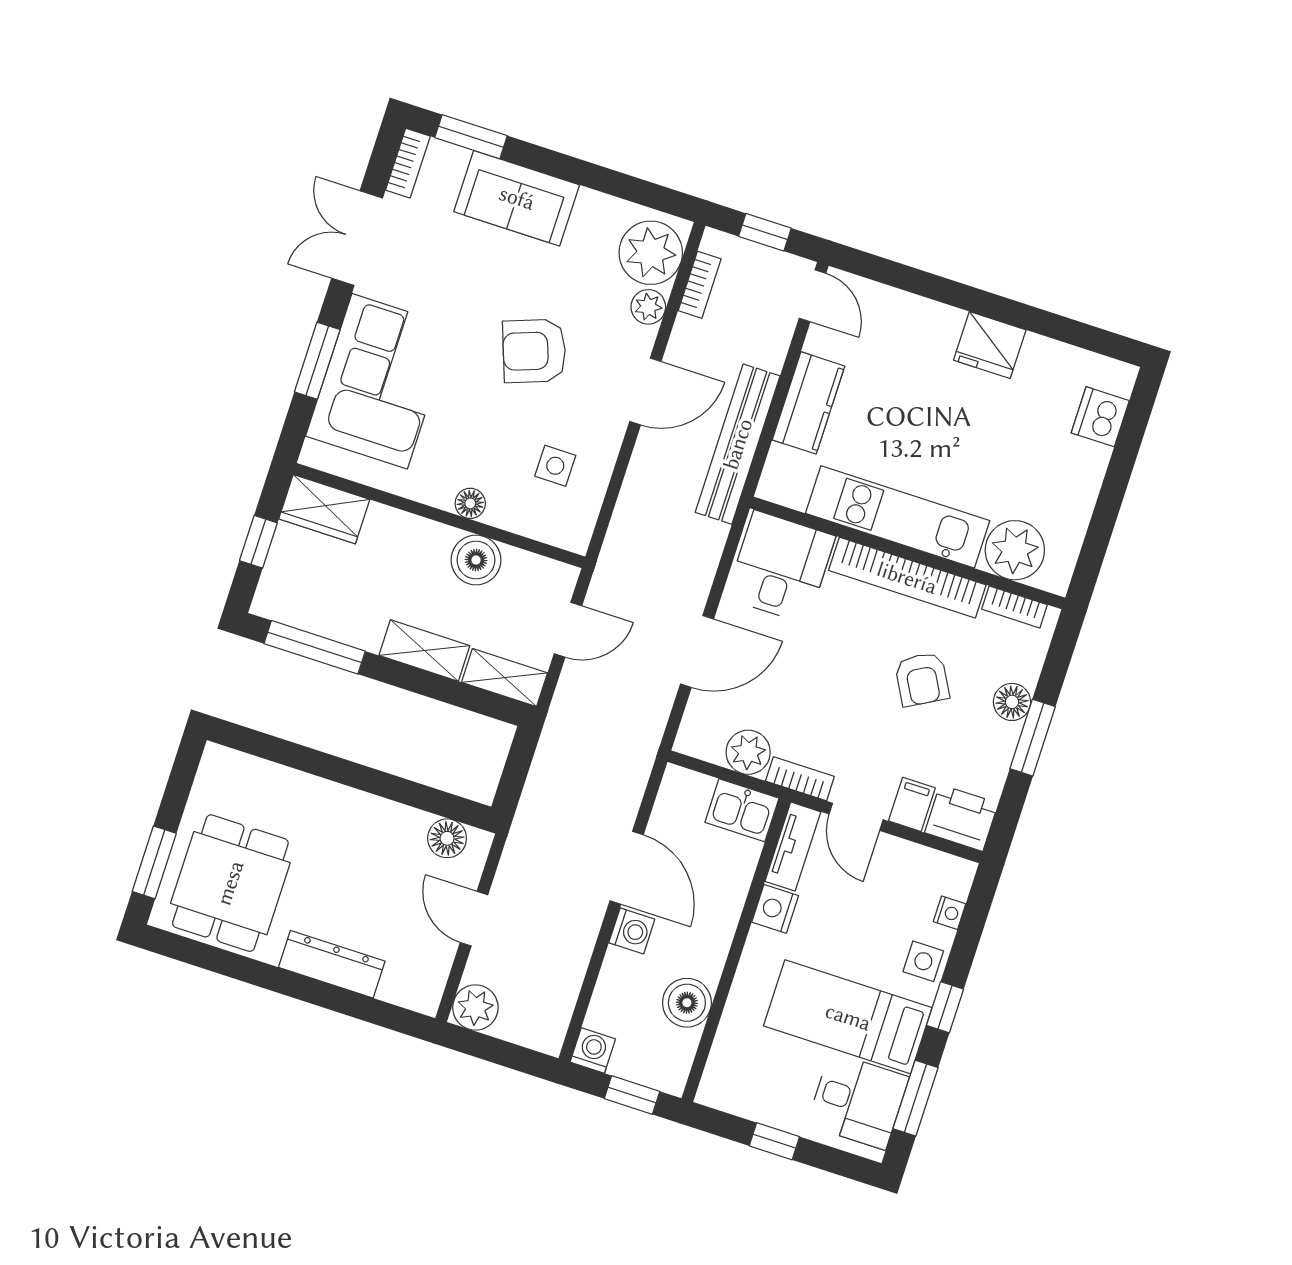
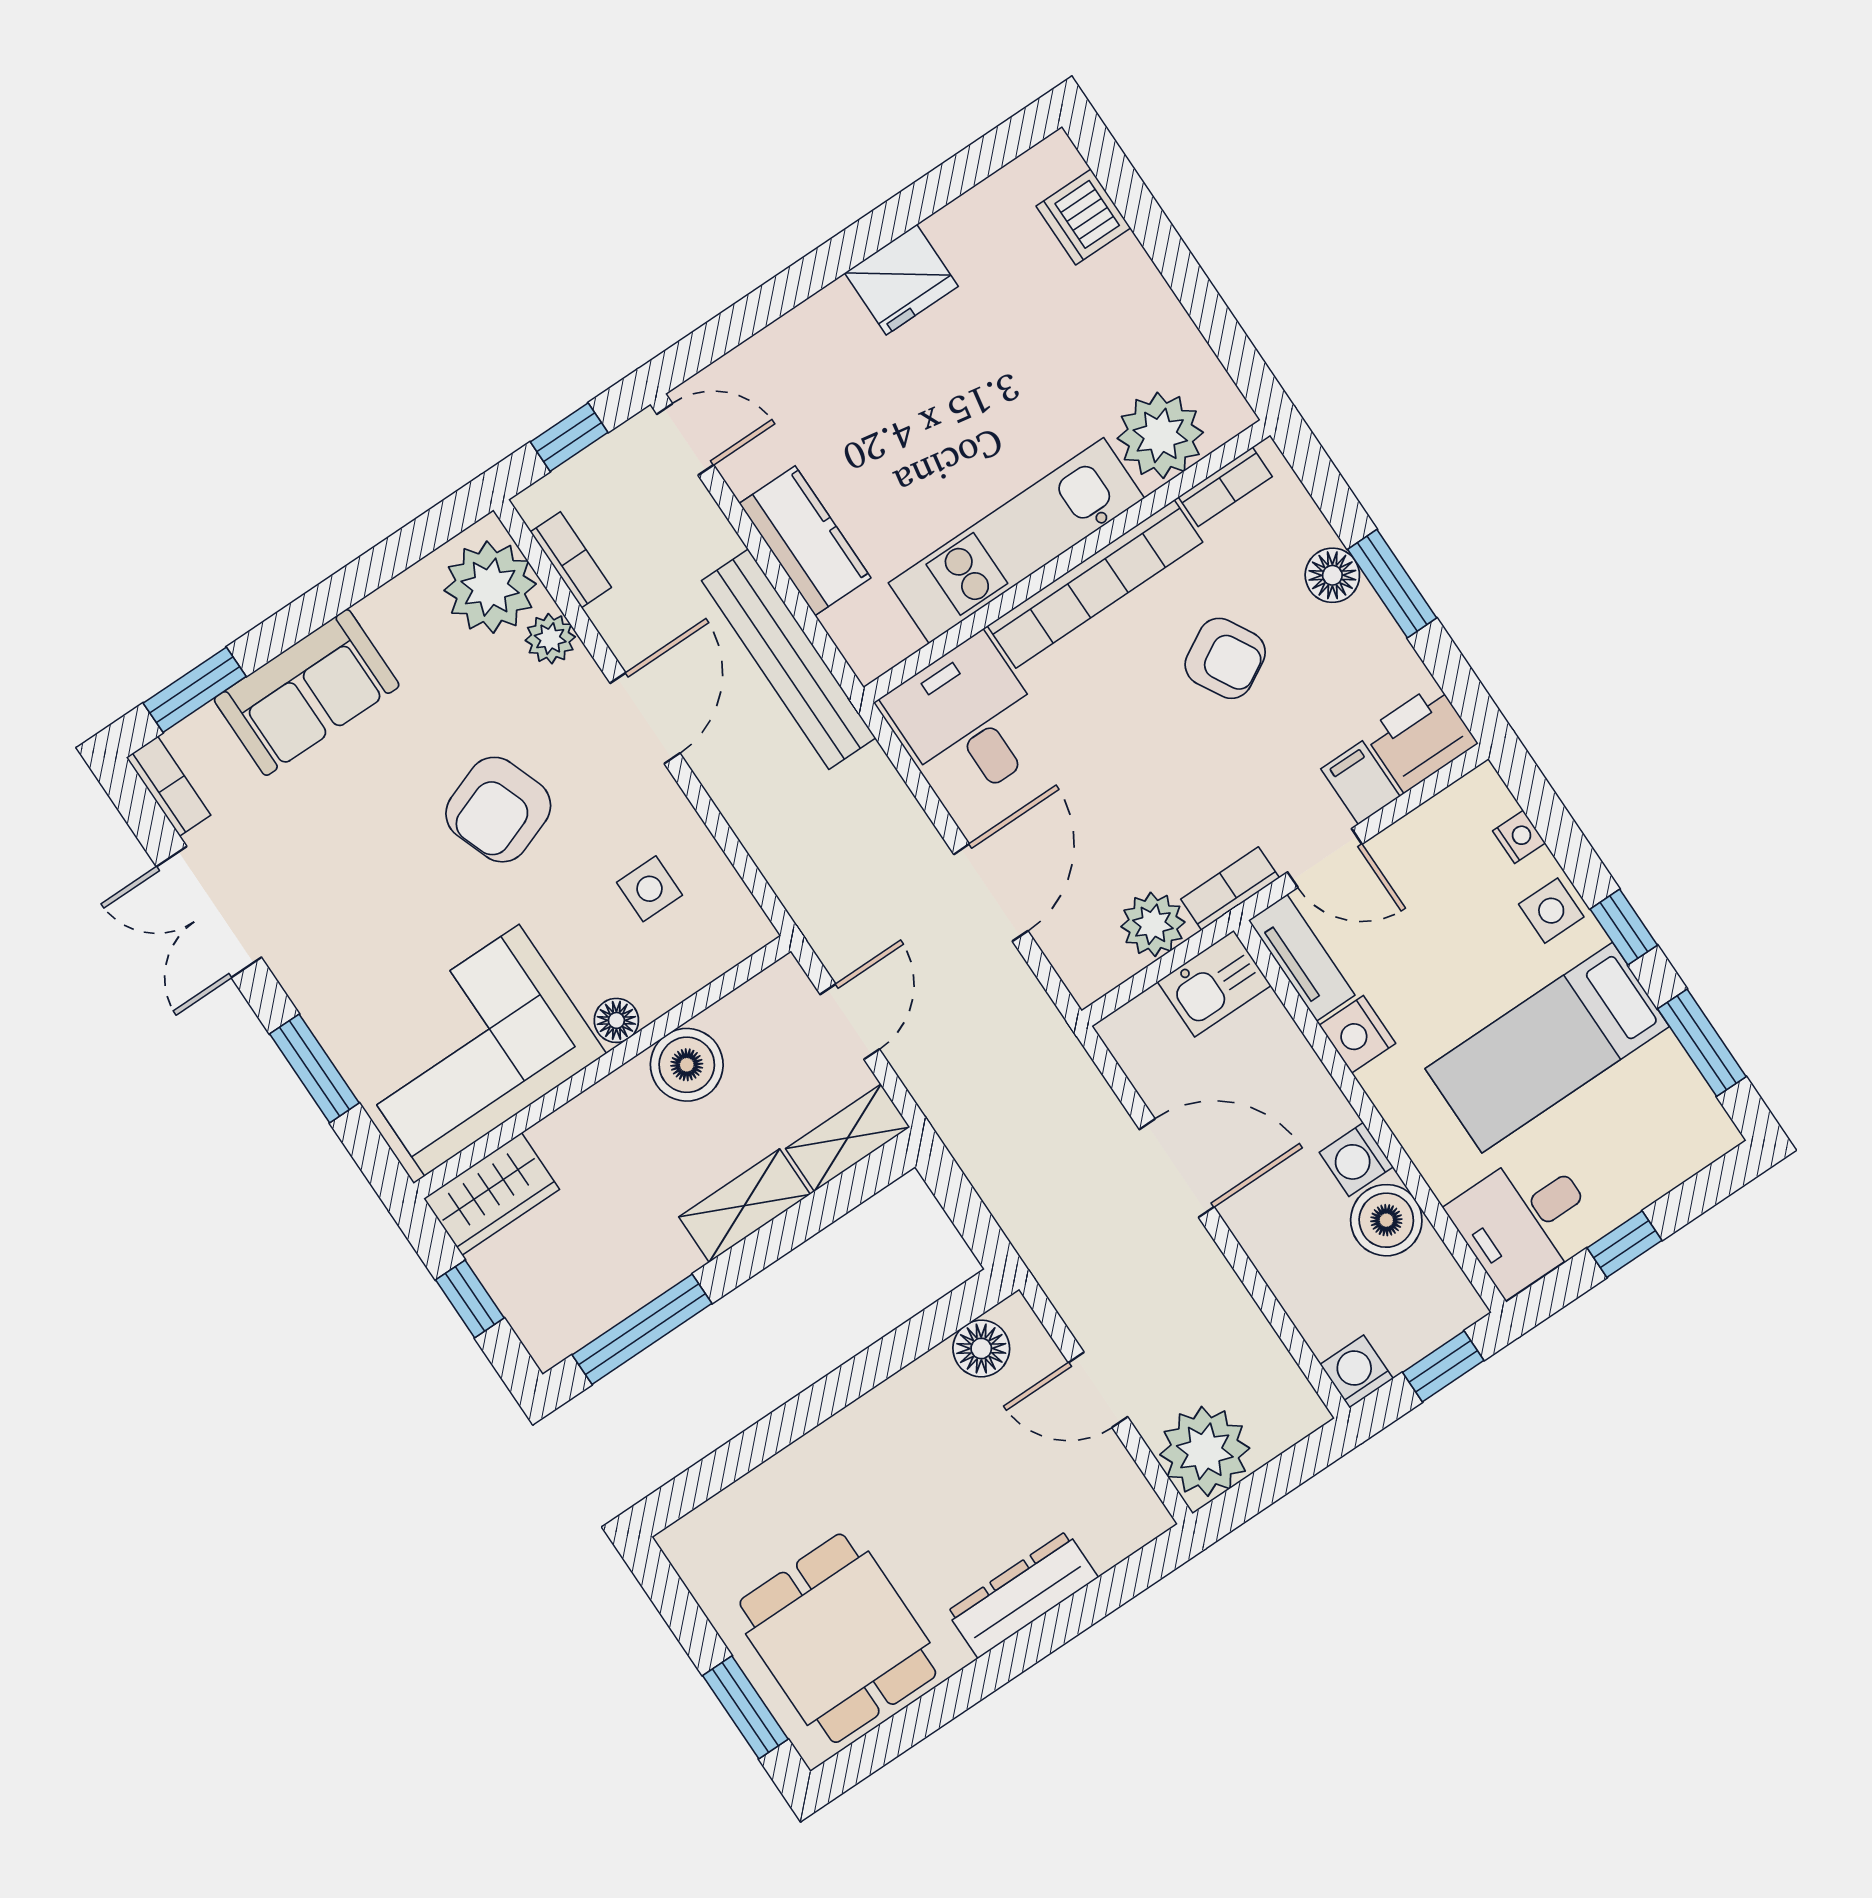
corner sofa: (380, 381) -> (472, 1050), moved, turned -90
washing machine: (632, 931) -> (1356, 1160), moved, turned 180
plant: (475, 1008) -> (1205, 1451), width x1.36, depth x1.36
desk: (858, 1101) -> (1524, 1220), moved, turned 180

